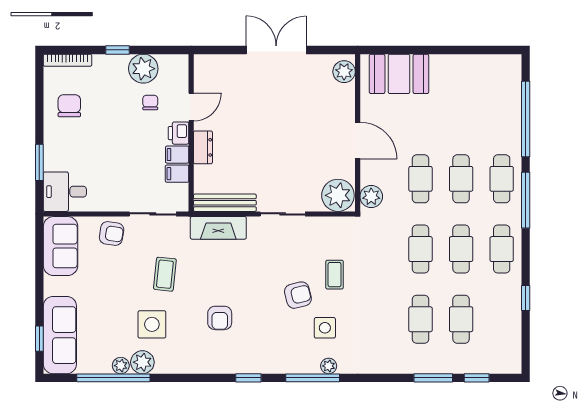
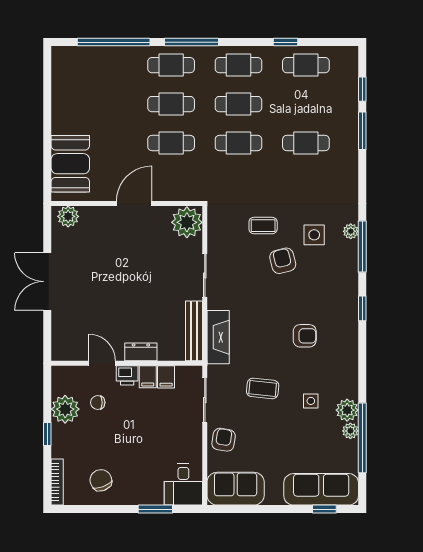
chair: (69, 106) -> (101, 480), turned 70
plant: (371, 196) -> (188, 190), removed
cafe table: (461, 319) -> (306, 65), moved
side table: (152, 324) -> (311, 401), width x0.54, depth x0.54

